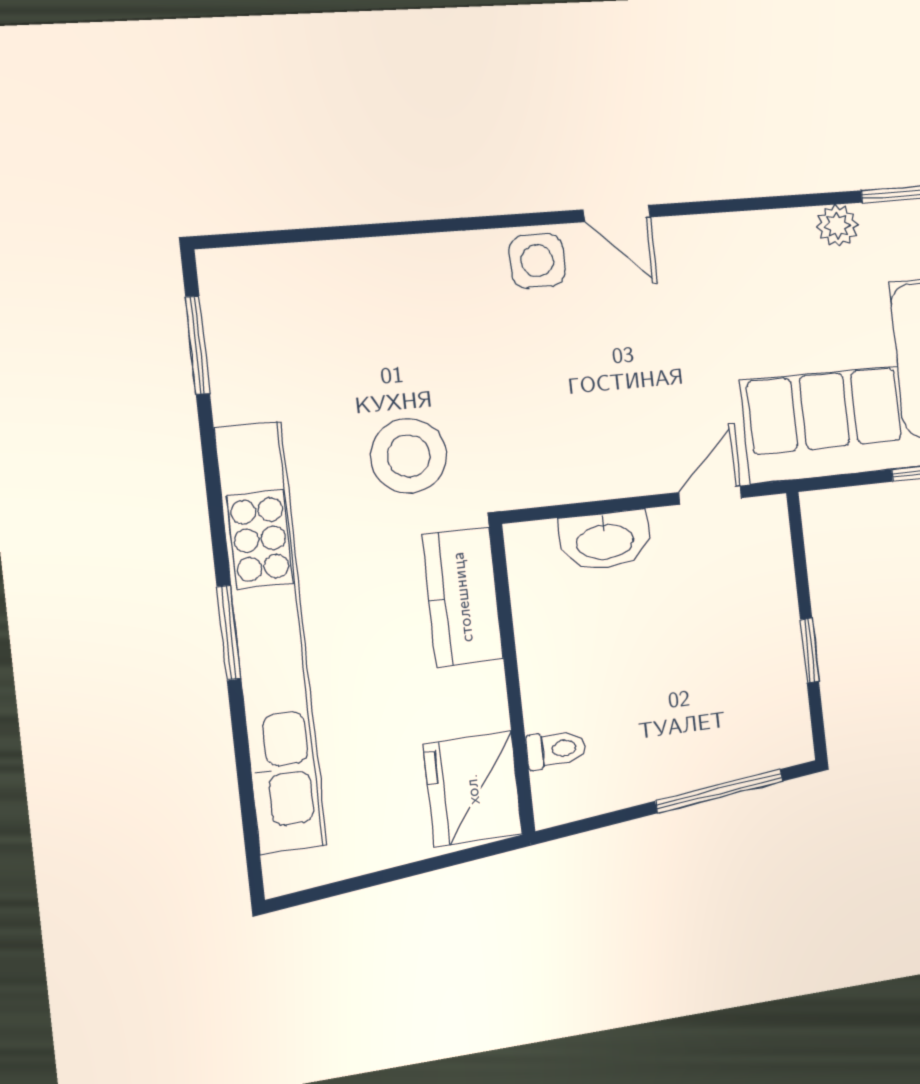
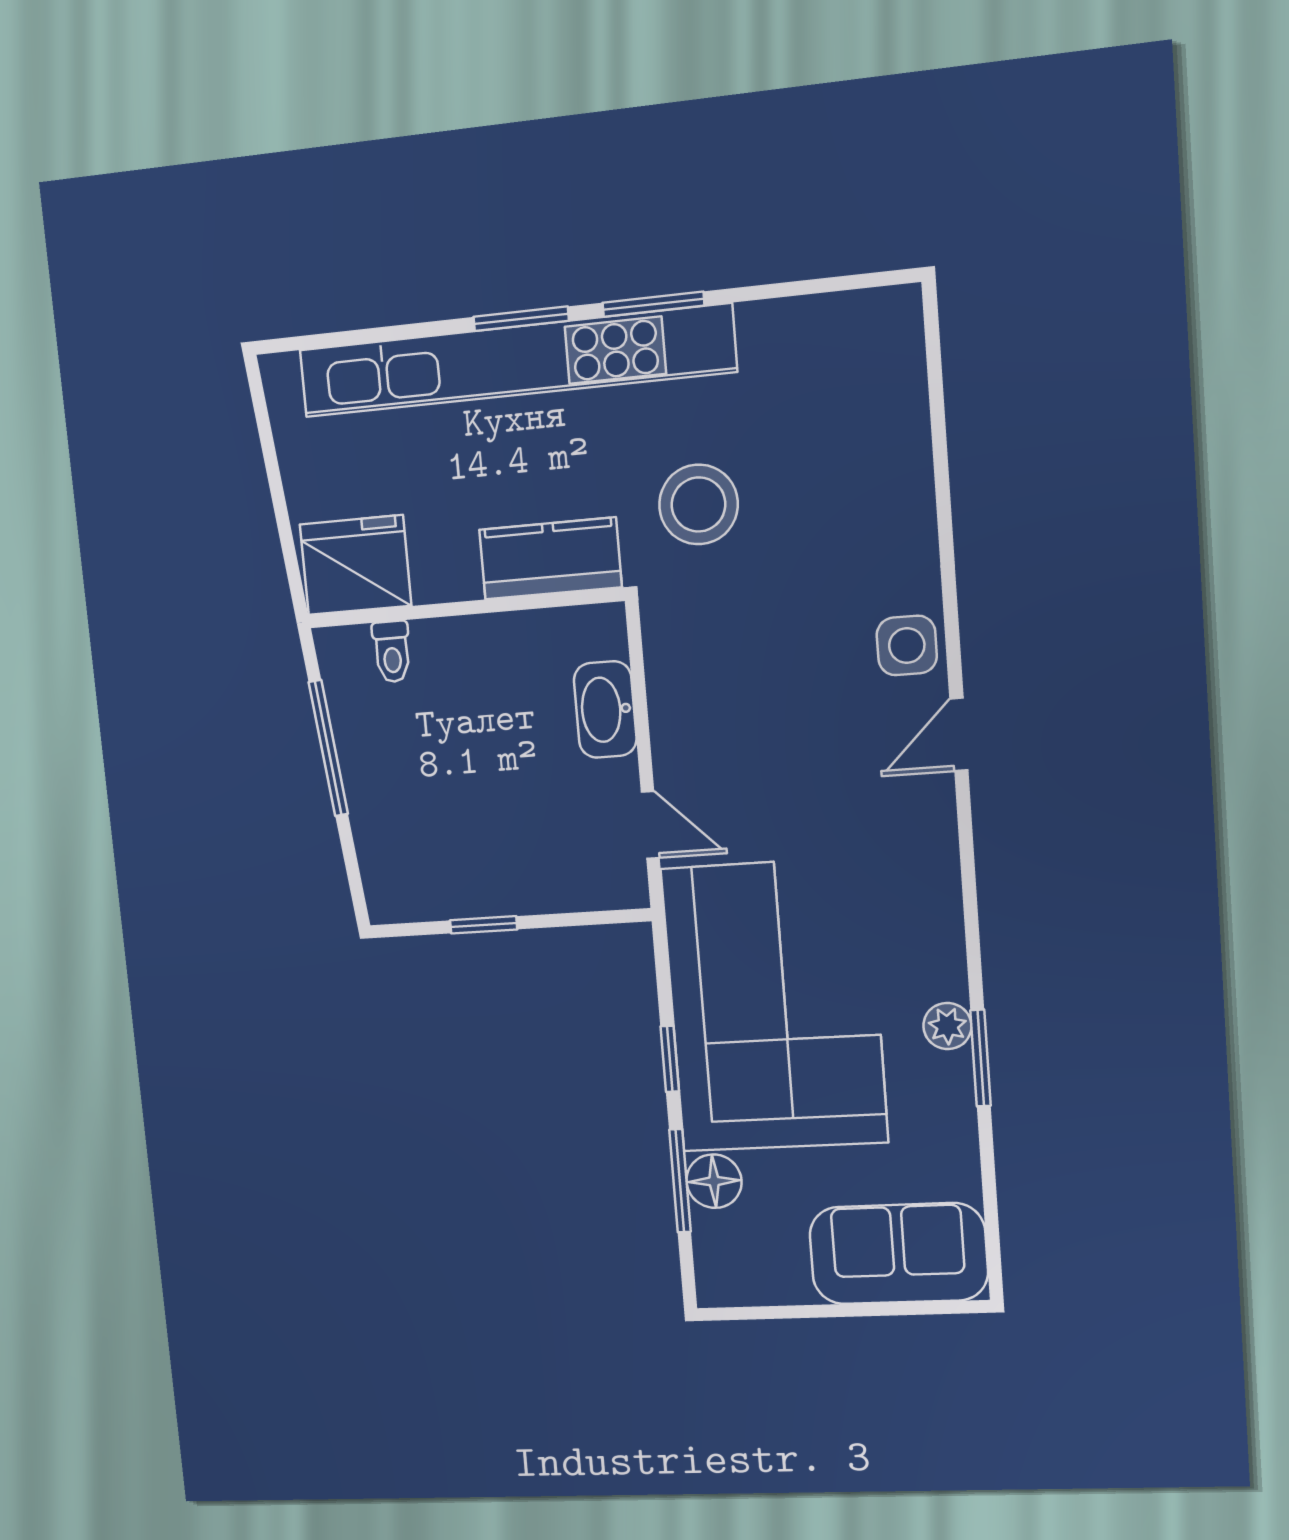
plant: (837, 226) -> (947, 1026), moved
window: (198, 345) -> (653, 304), moved
window: (719, 791) -> (328, 748), moved

